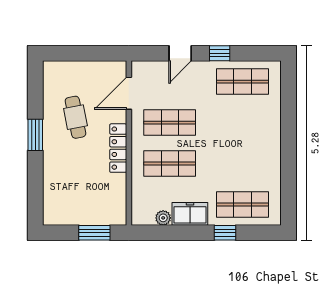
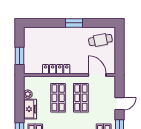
door: (180, 53) -> (119, 104), swing flipped
cafe table: (75, 117) -> (100, 40), moved
locker: (118, 148) -> (56, 69), moved

